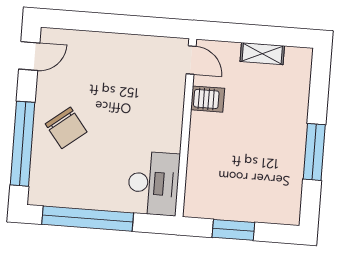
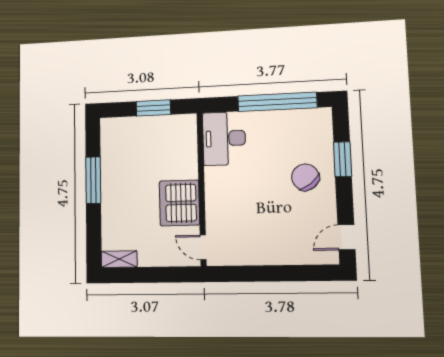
shelving: (262, 54) -> (119, 259), moved
server rack: (208, 99) -> (179, 203), width x2.18, depth x1.44
window: (23, 144) -> (343, 159), width x0.47

